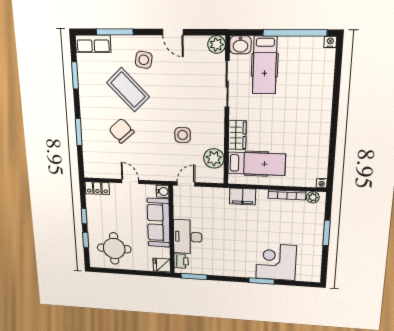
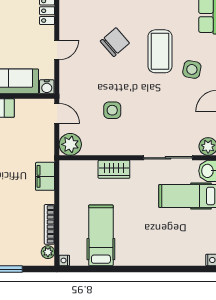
coffee table: (128, 90) -> (160, 51), turned -46
plant: (214, 158) -> (70, 144), moved
hospital bed: (257, 164) -> (101, 235), moved, turned 180

